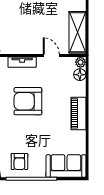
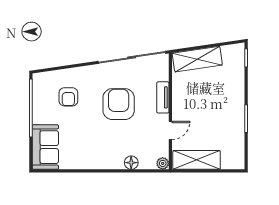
floor lamp: (80, 75) -> (131, 163), moved
piano: (78, 113) -> (105, 161), removed
armchair: (19, 161) -> (68, 97), moved, turned -90

